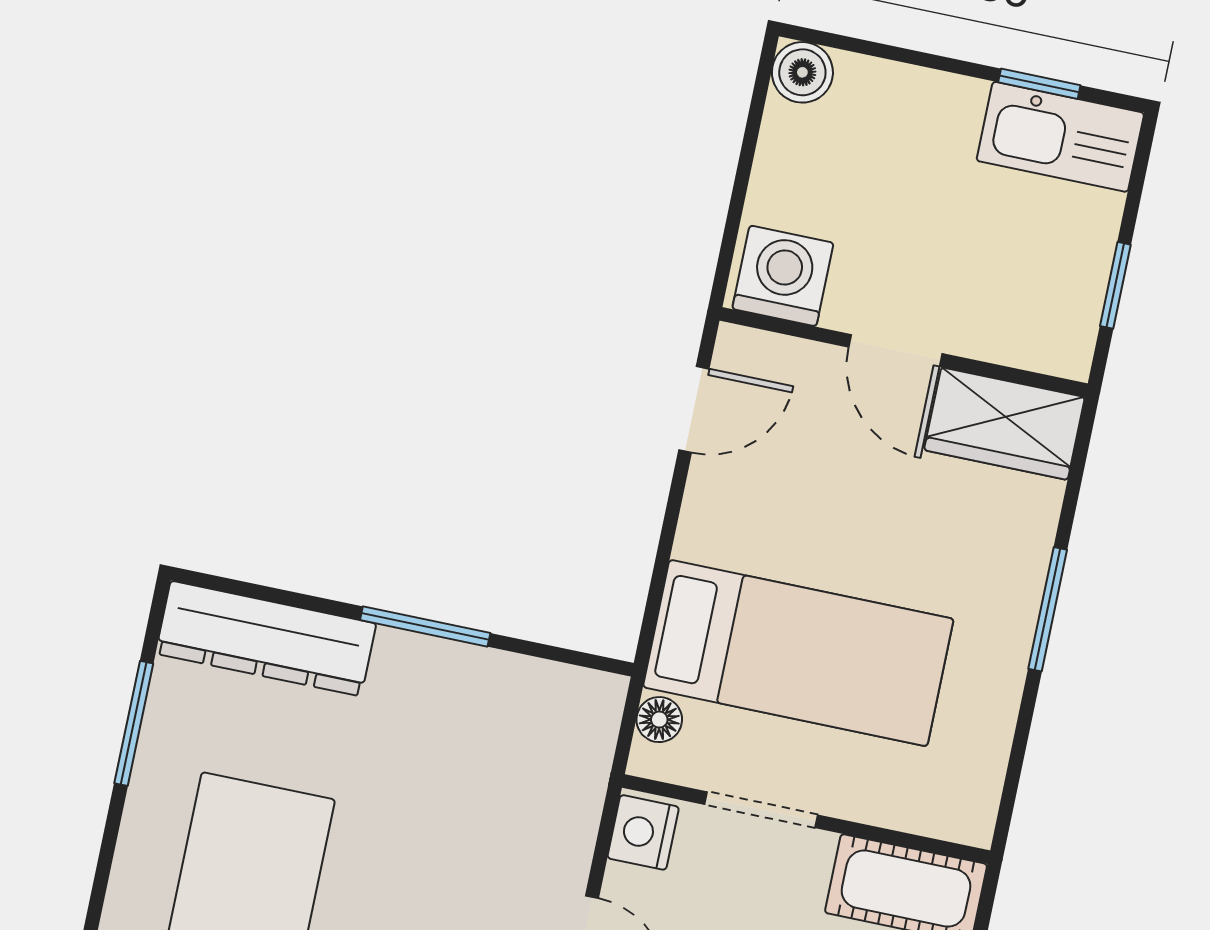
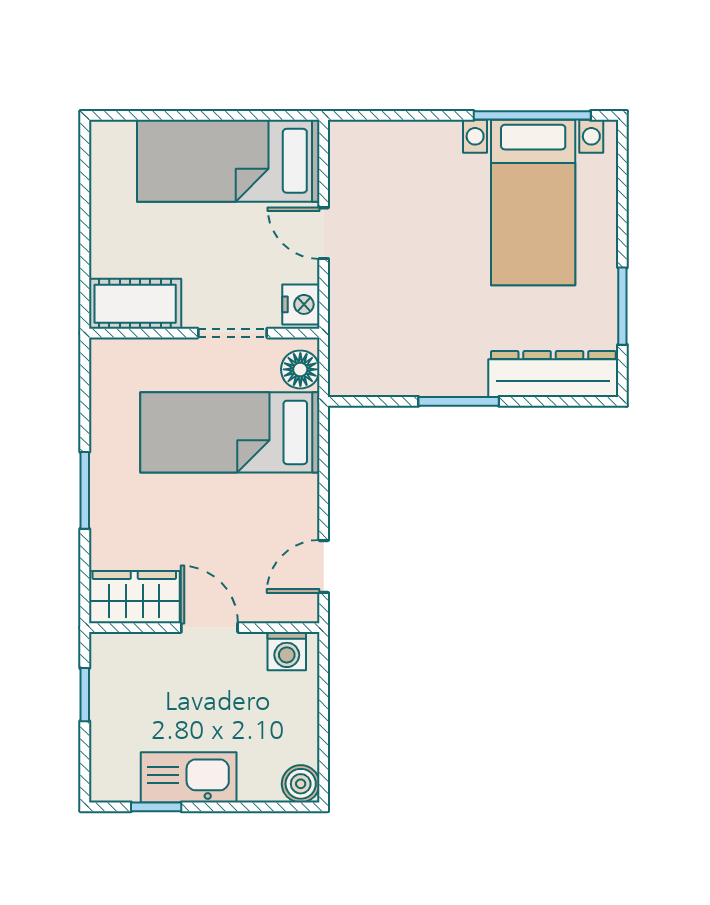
kitchen sink: (1060, 137) -> (189, 777), moved
washing machine: (783, 276) -> (287, 651), width x0.73, depth x0.73
floor lamp: (659, 720) -> (300, 369), width x1.37, depth x1.37

